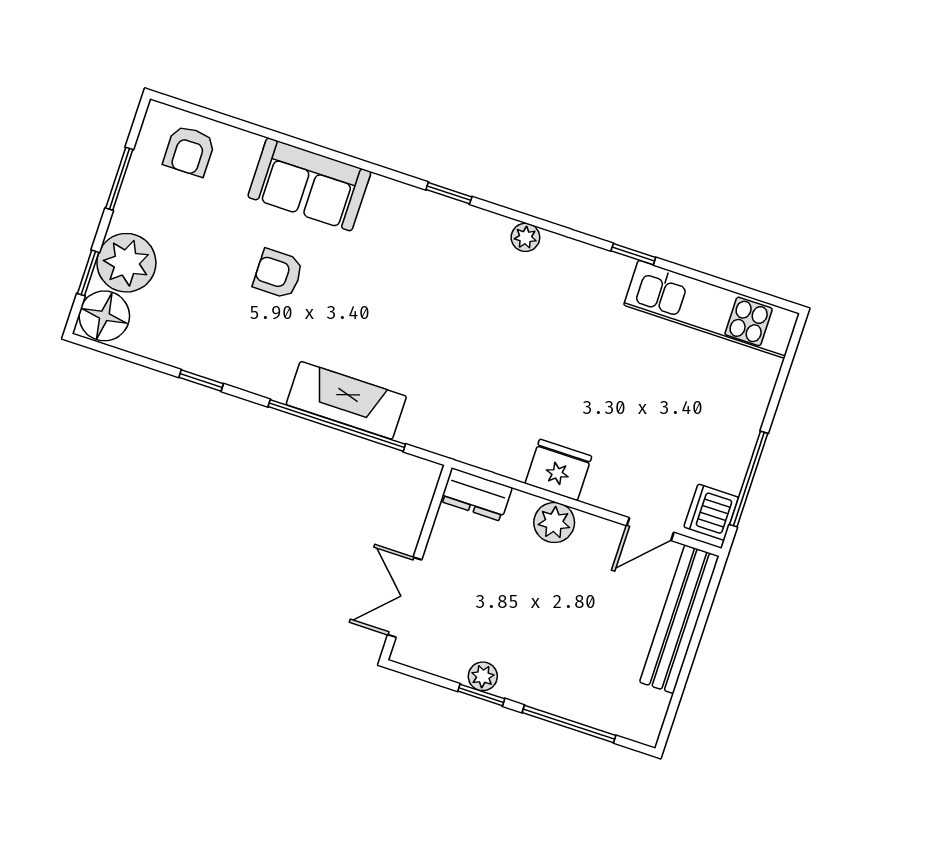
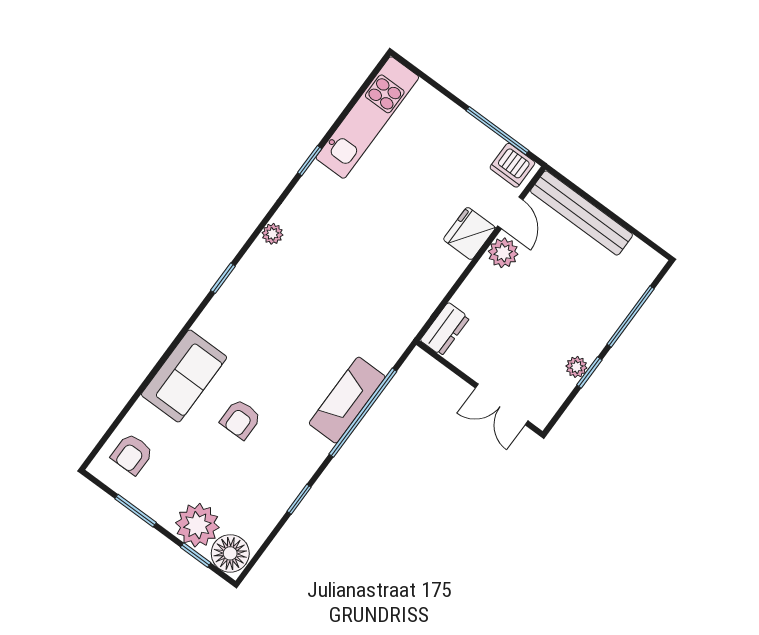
armchair: (189, 151) -> (132, 454), turned 90
fridge: (558, 470) -> (469, 234), moved
plant: (554, 523) -> (503, 253), moved

